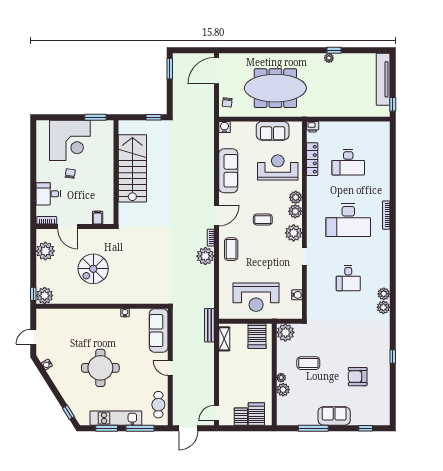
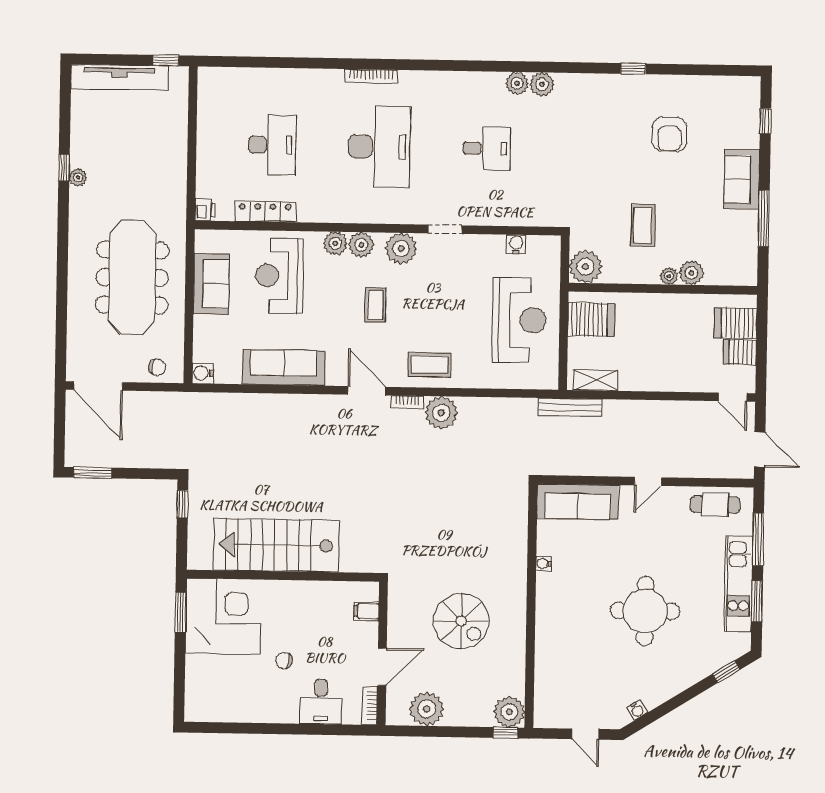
corner desk: (70, 140) -> (223, 616), moved

